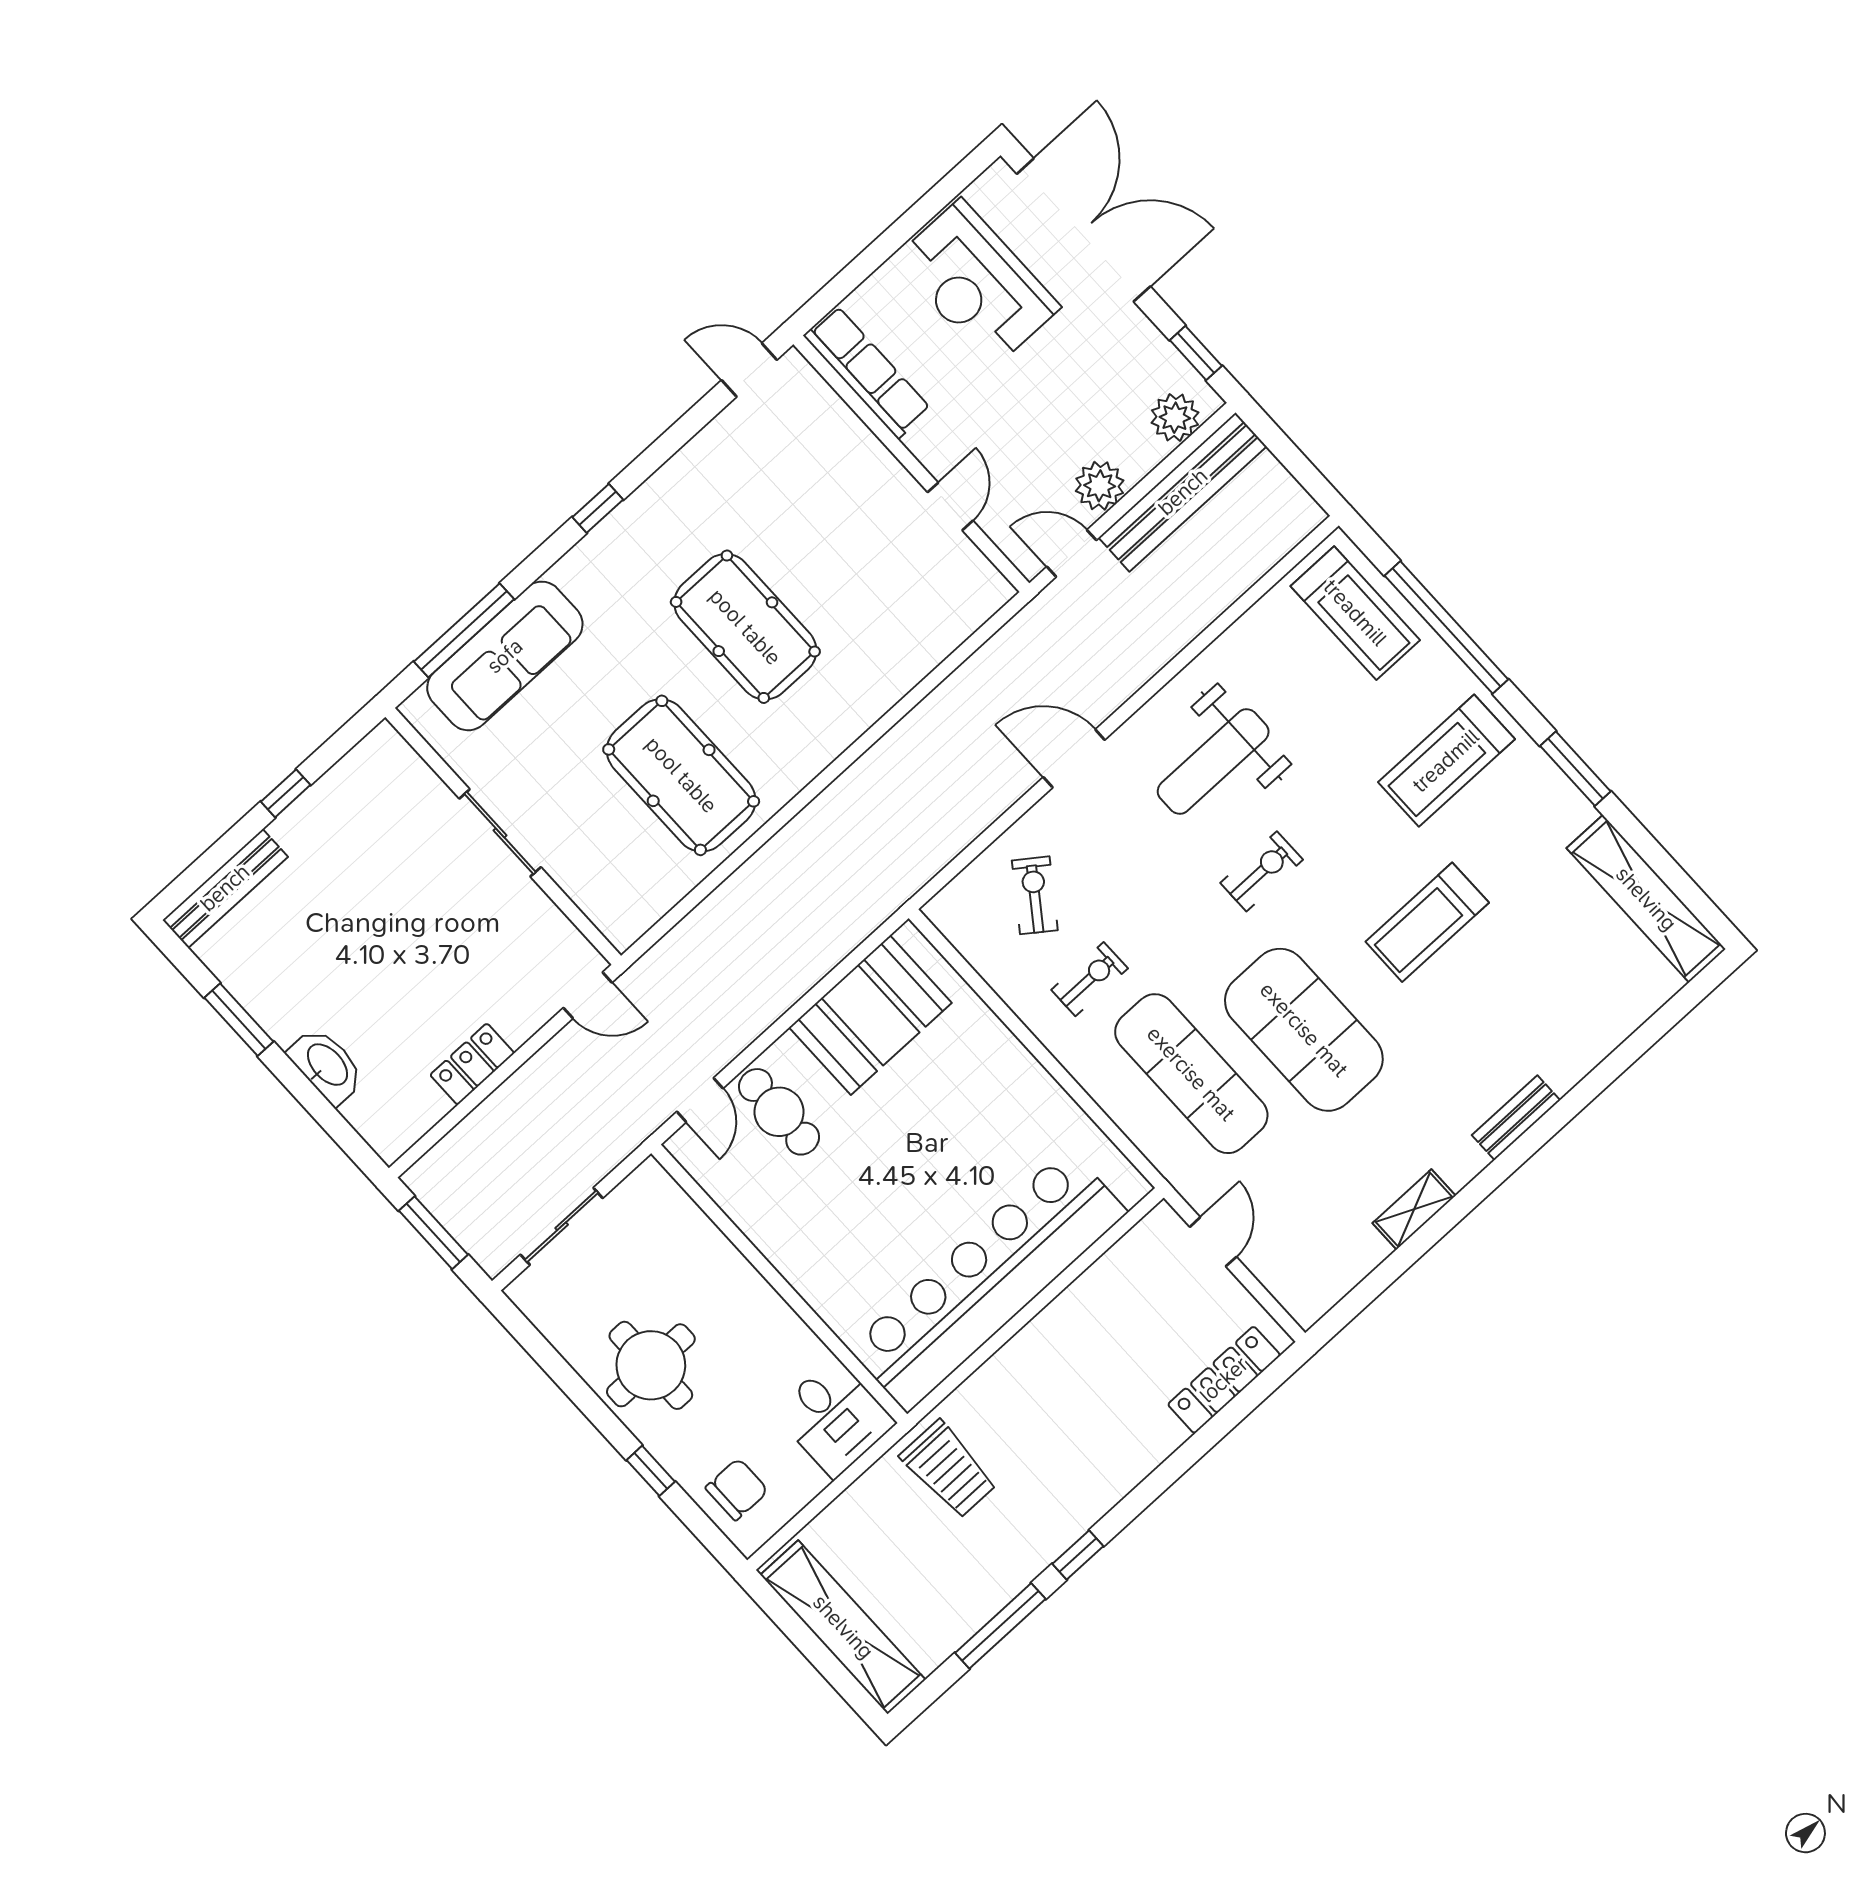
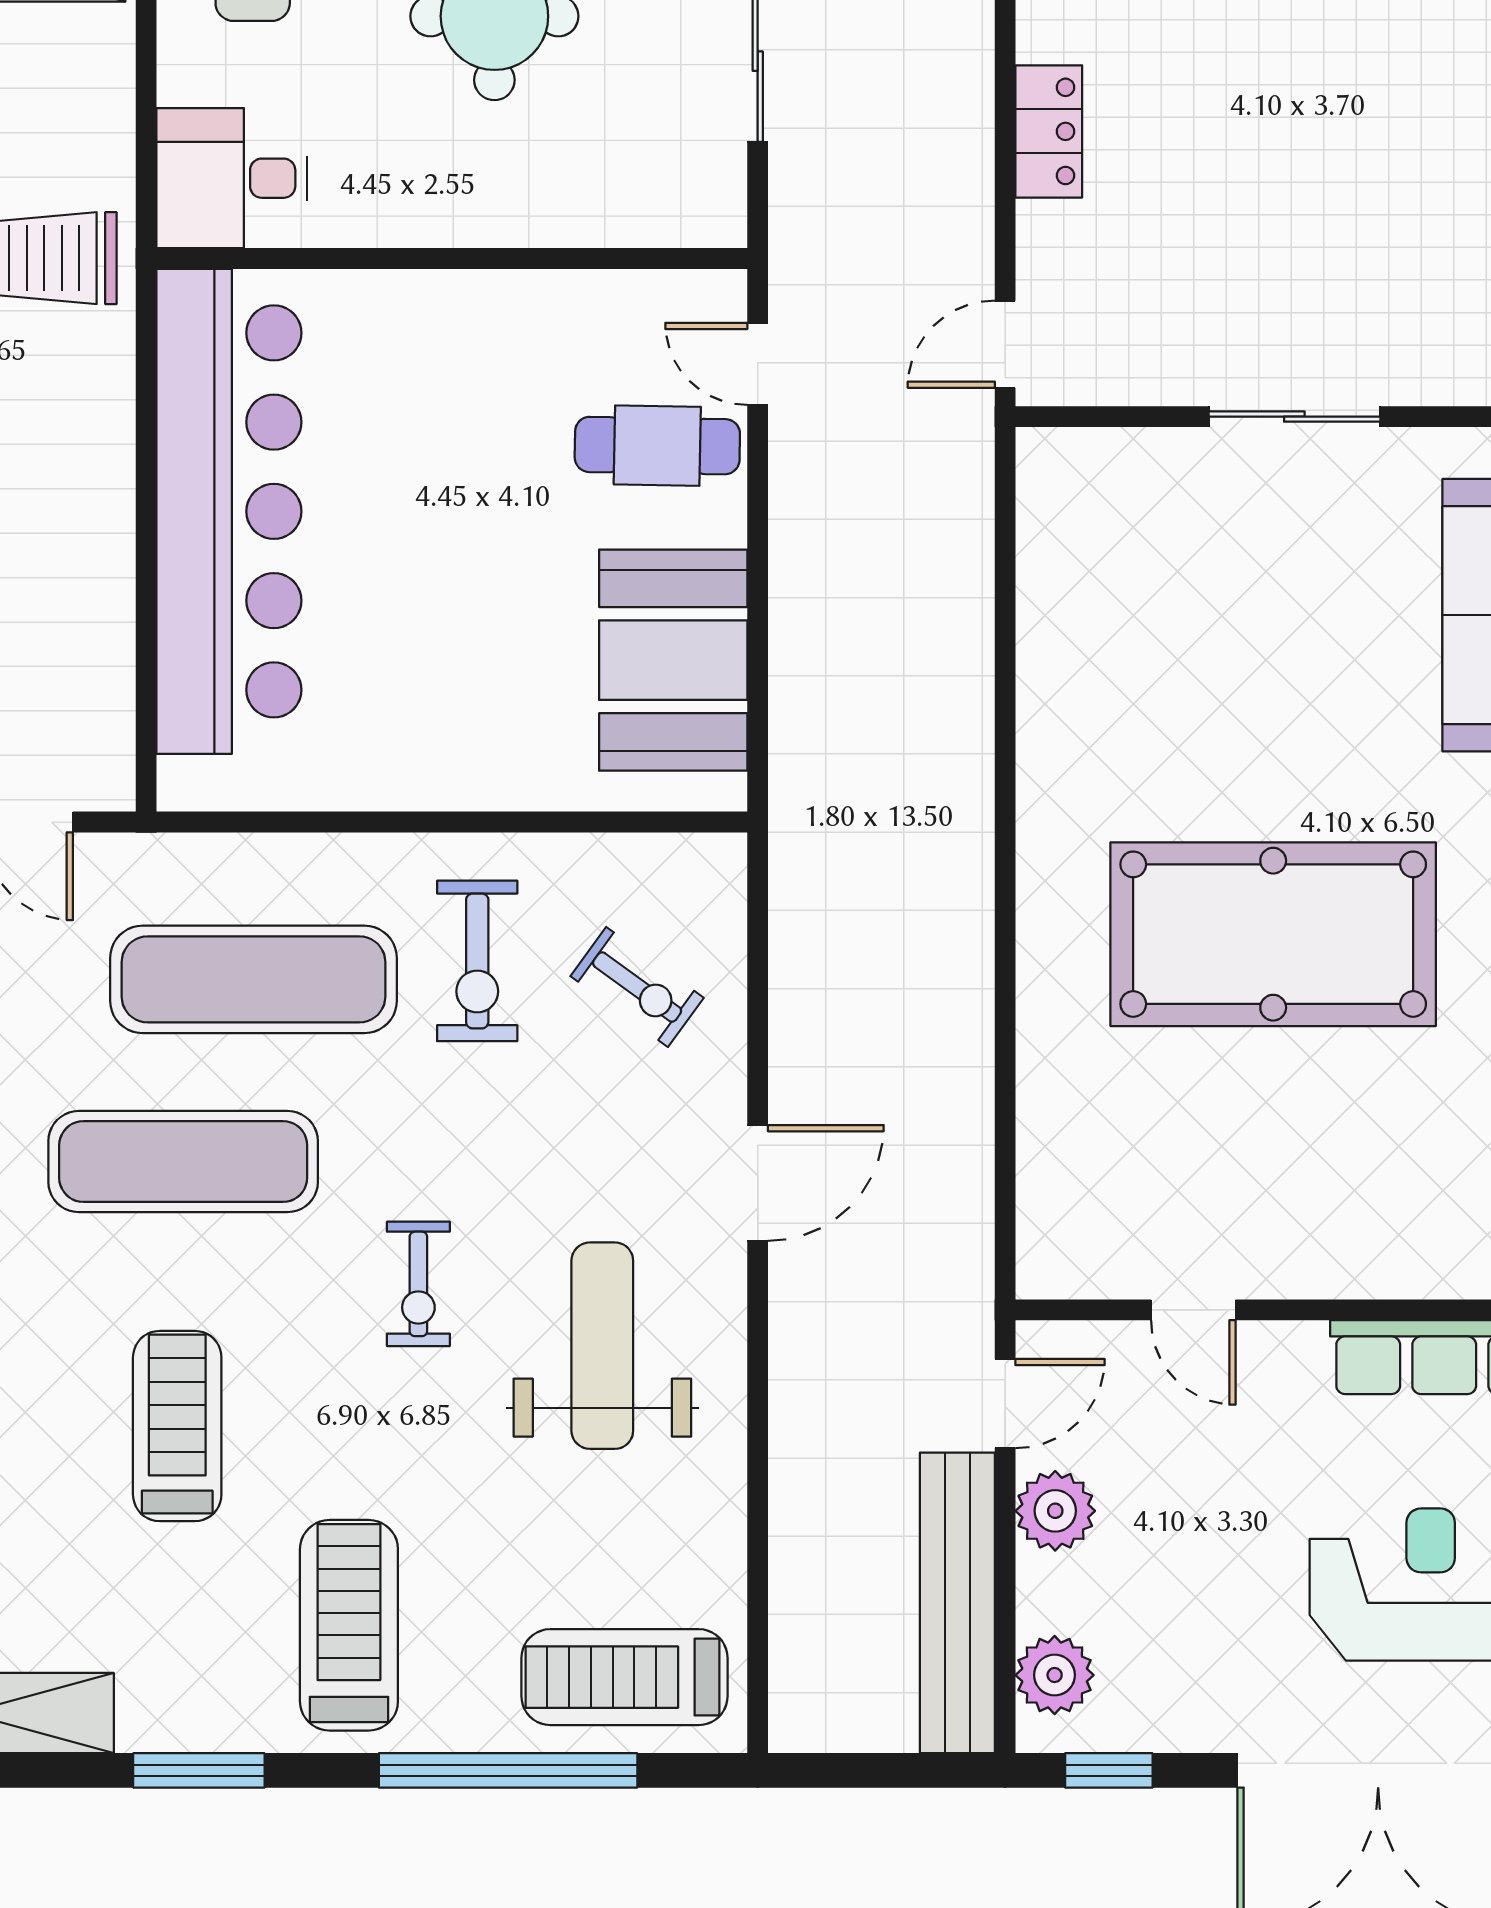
pool table: (745, 627) -> (1273, 934), width x1.36, depth x1.32
pool table: (681, 775) -> (1166, 695), removed
exercise bike: (1090, 979) -> (477, 961), width x1.38, depth x1.39
exercise mat: (1304, 1030) -> (183, 1162), width x0.68

